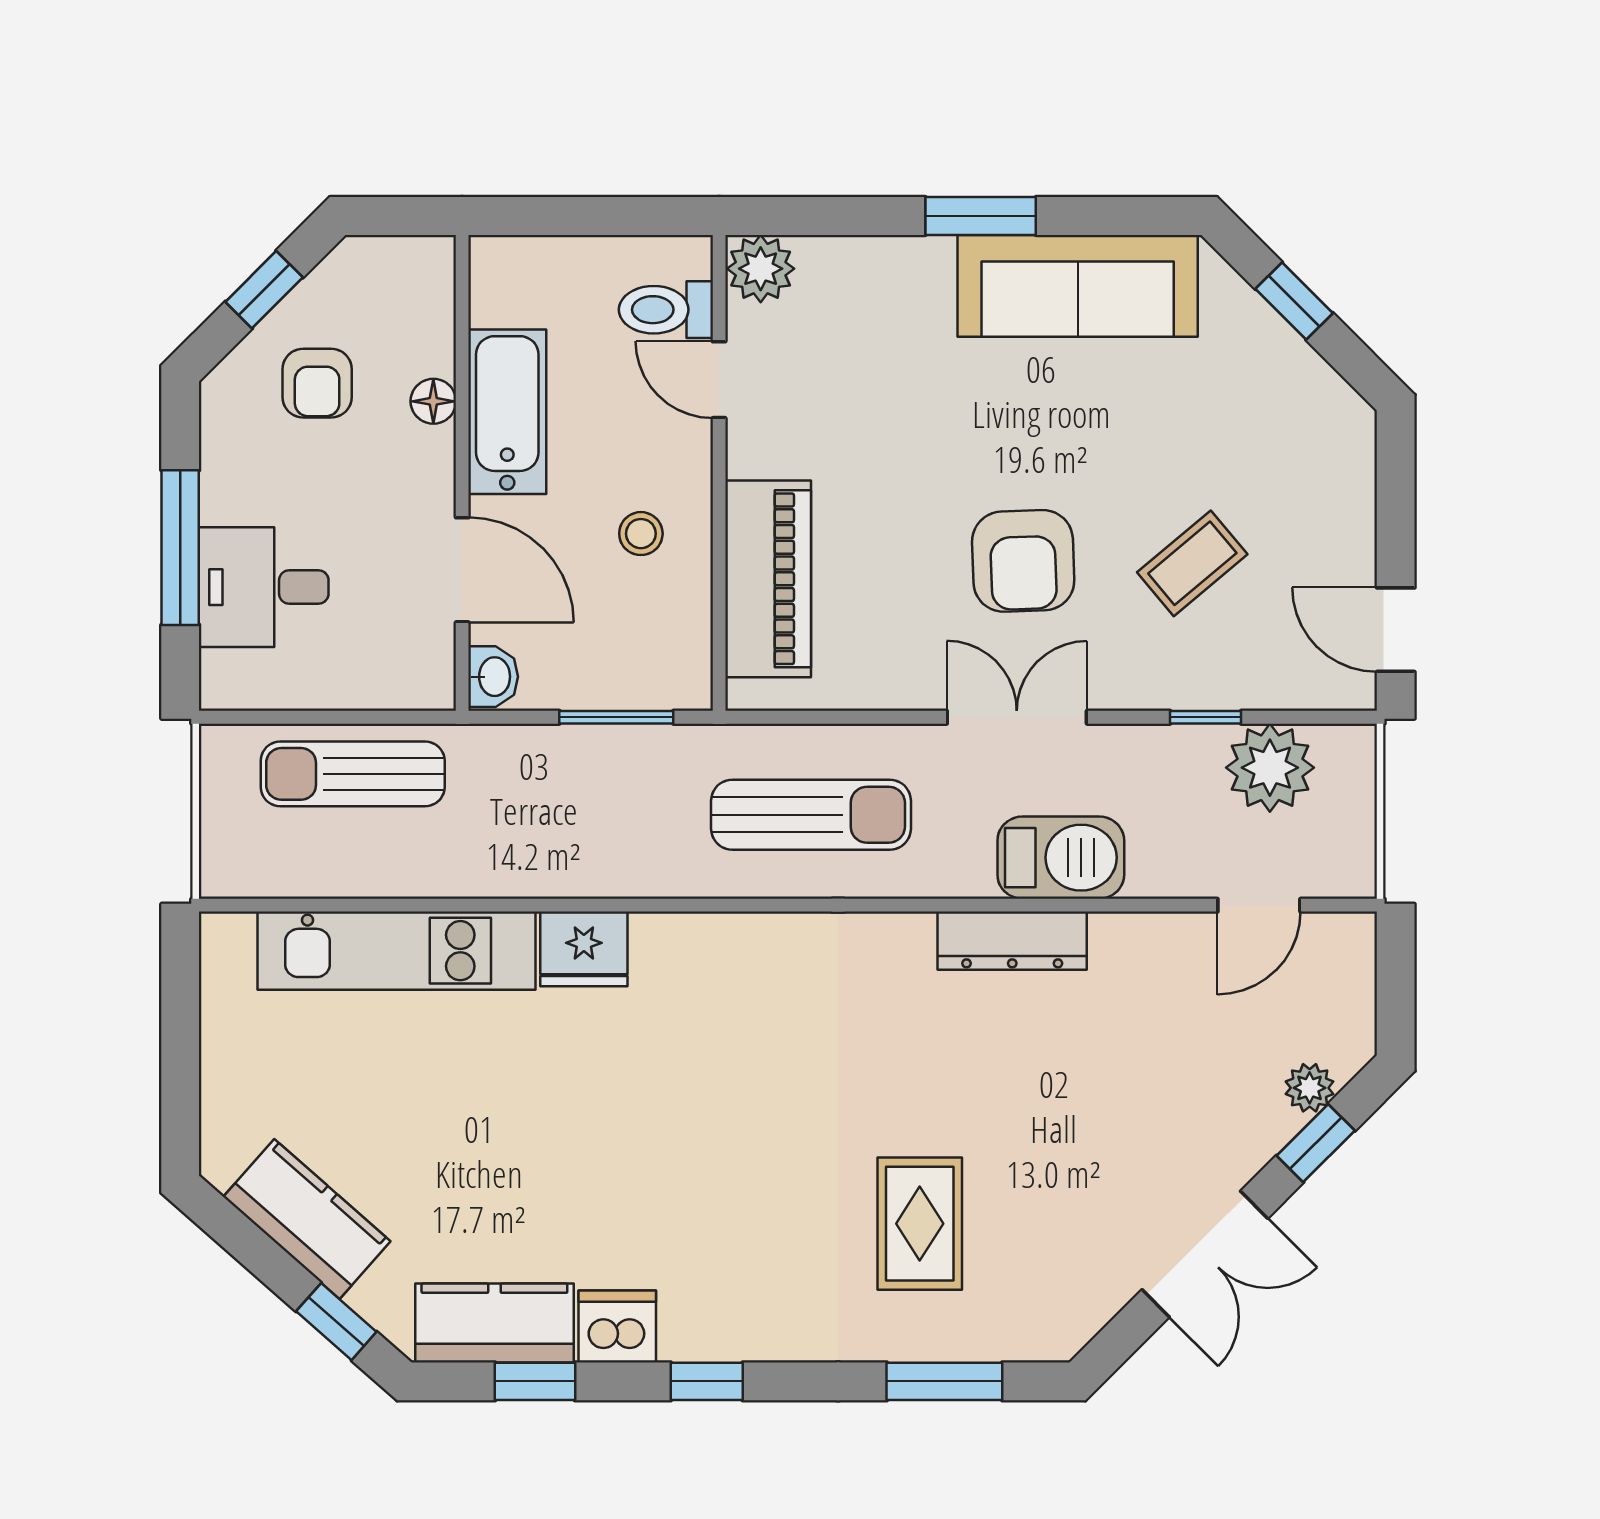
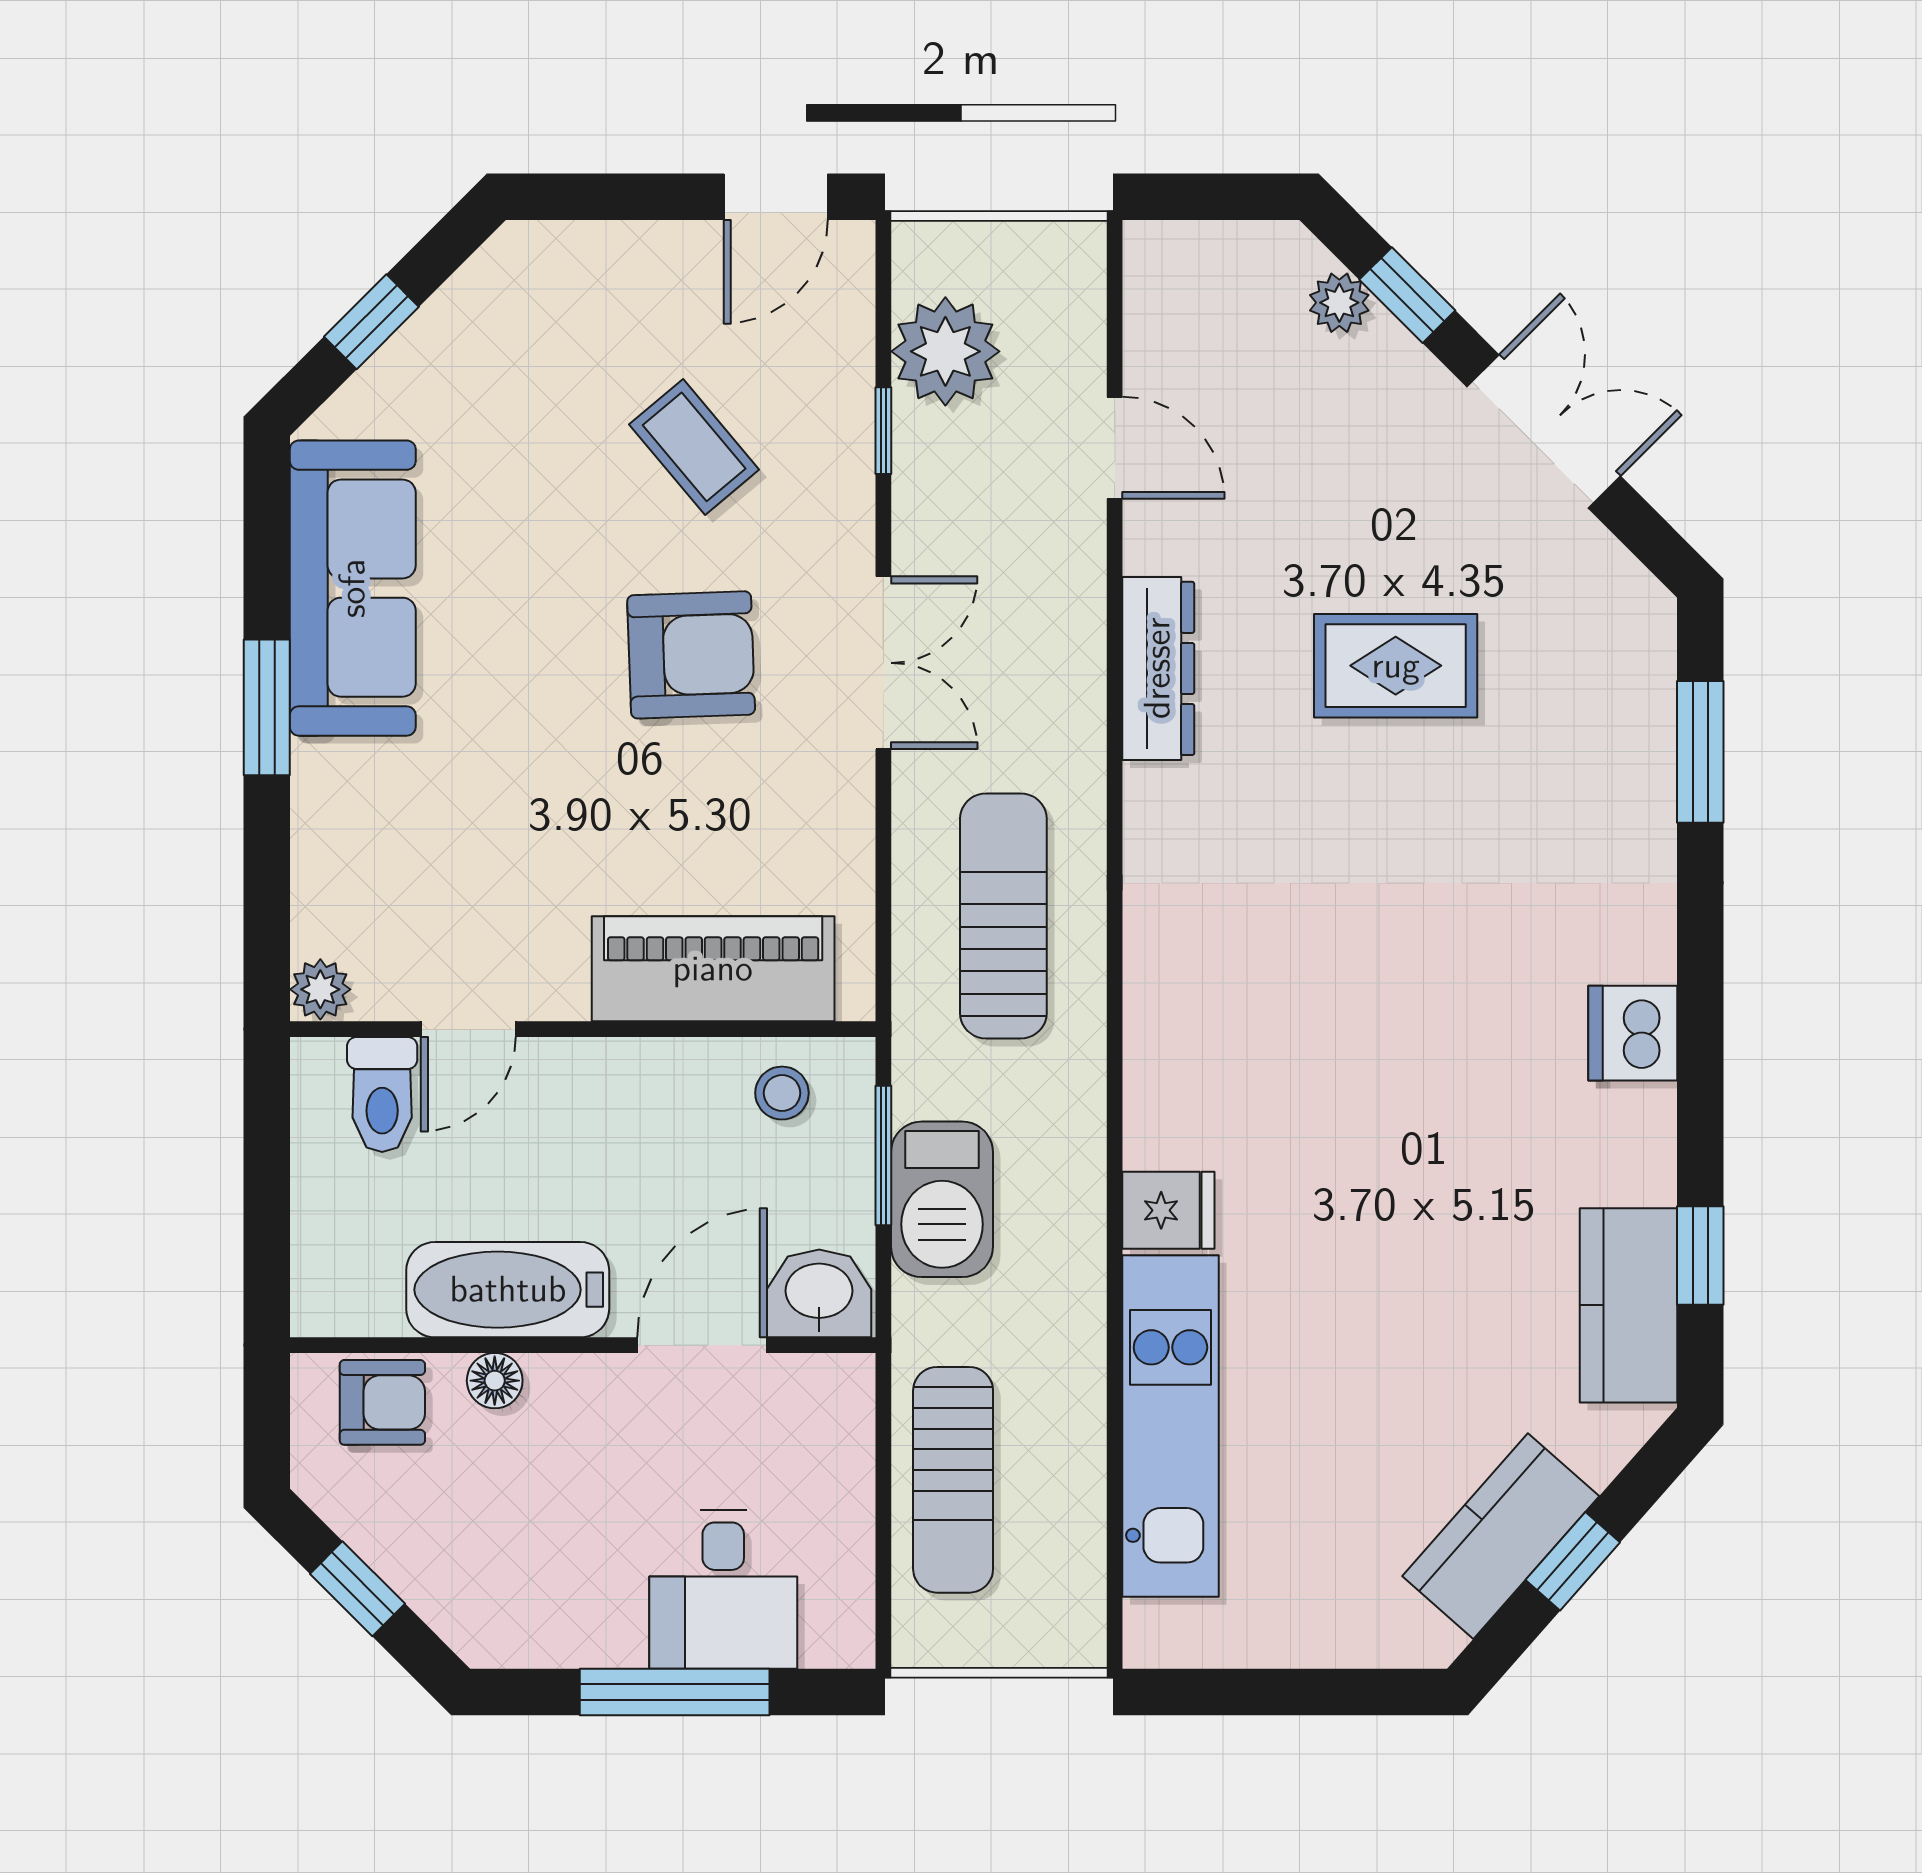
plant: (761, 269) -> (320, 989), width x0.73, depth x0.73
armchair: (317, 383) -> (382, 1402), moved
stool: (641, 534) -> (782, 1093), moved
washbasin: (493, 677) -> (819, 1293), width x1.38, depth x1.45
double door: (1017, 717) -> (883, 663), swing flipped
barbecue: (1061, 858) -> (942, 1199), moved, turned 180
door: (1259, 905) -> (1115, 448), moved
fridge: (584, 949) -> (1168, 1210), width x0.72
rug: (920, 1224) -> (1396, 666), moved
window: (336, 1322) -> (1573, 1561), moved
dishwasher: (617, 1326) -> (1633, 1033), moved
window: (707, 1381) -> (1700, 1044), removed

